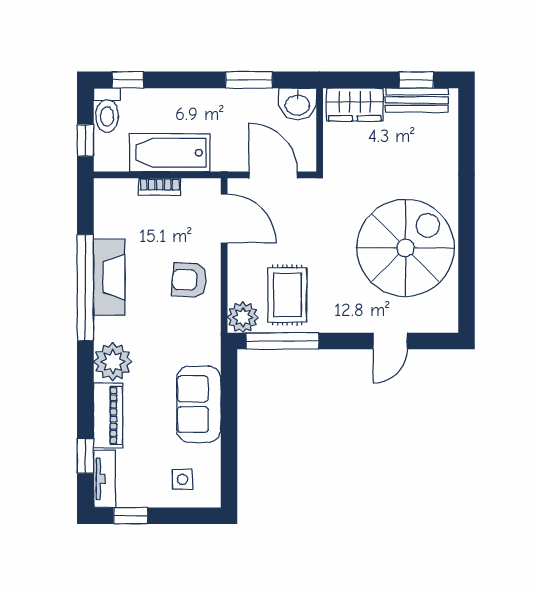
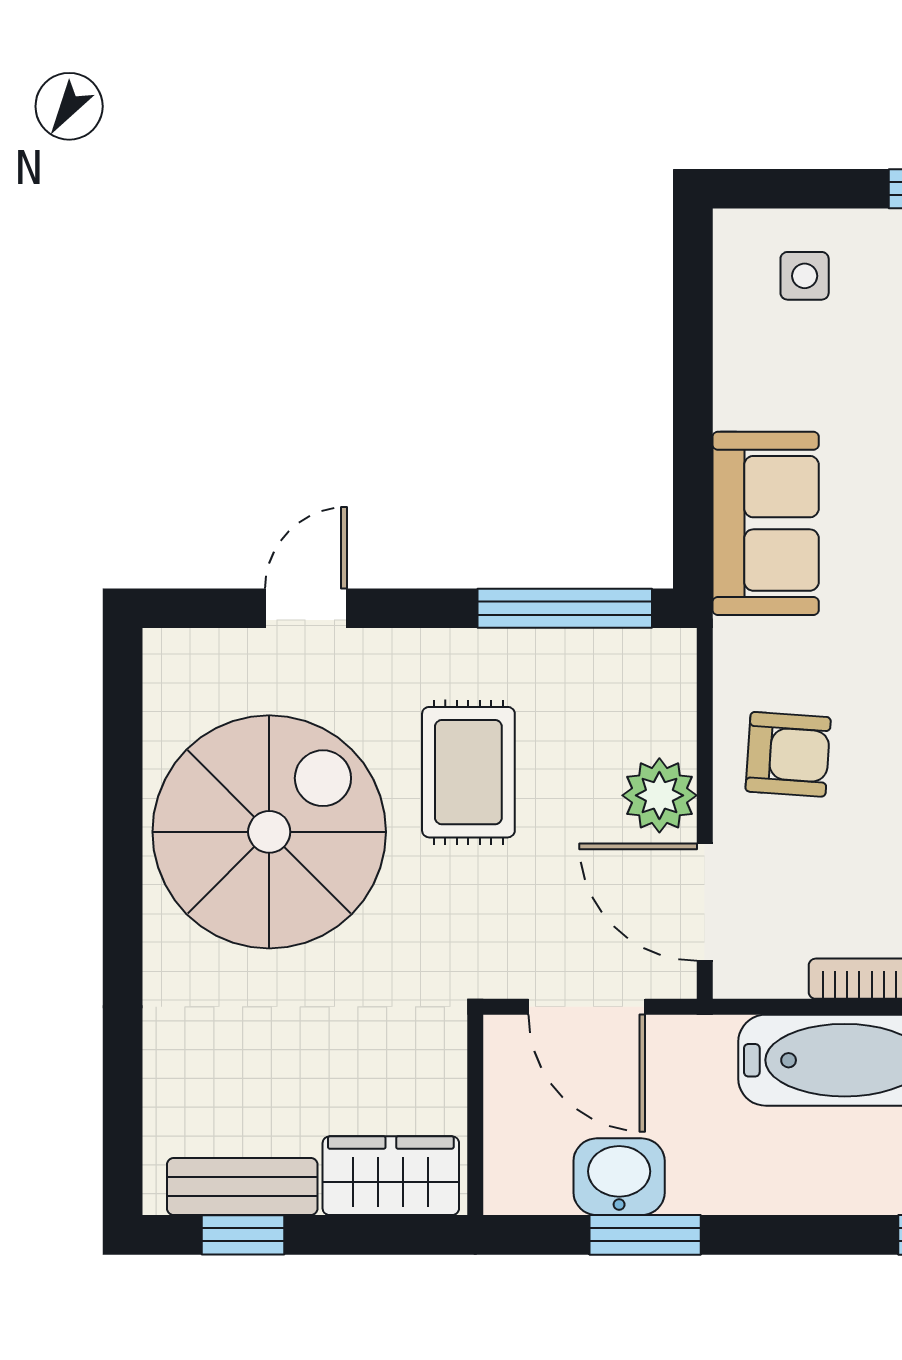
washbasin: (297, 104) -> (619, 1177), moved
spiral stairs: (405, 248) -> (269, 832), turned 180
rug: (287, 295) -> (468, 772), moved
plant: (243, 317) -> (659, 795), moved
sofa: (199, 404) -> (766, 523), moved

